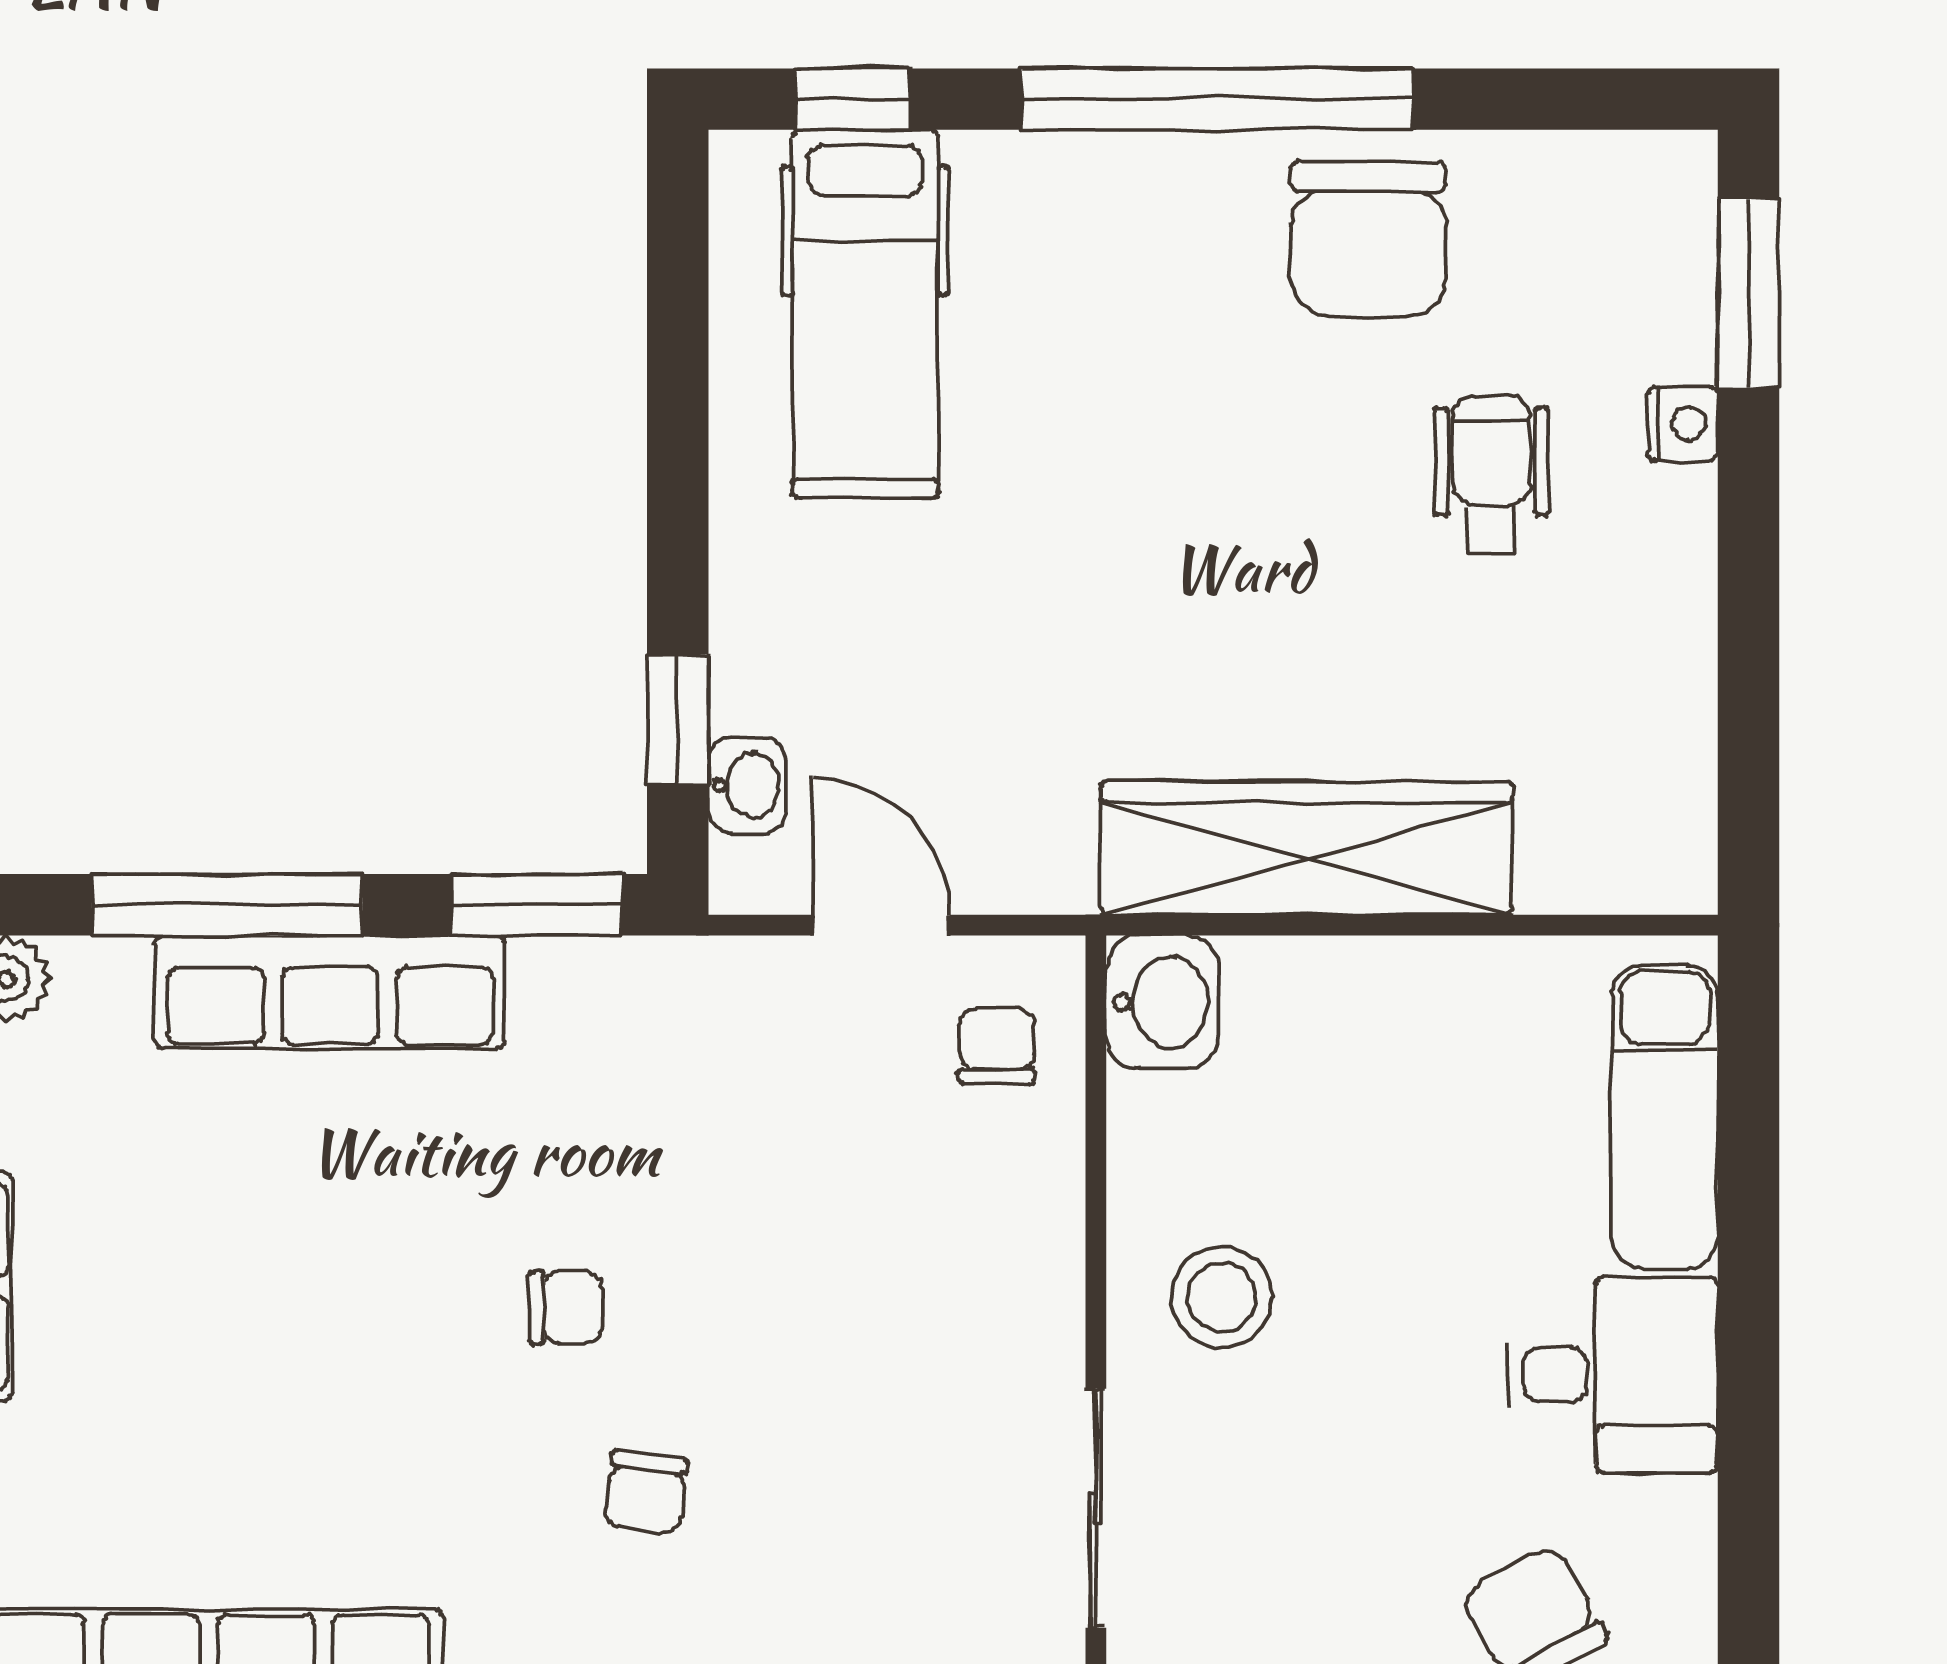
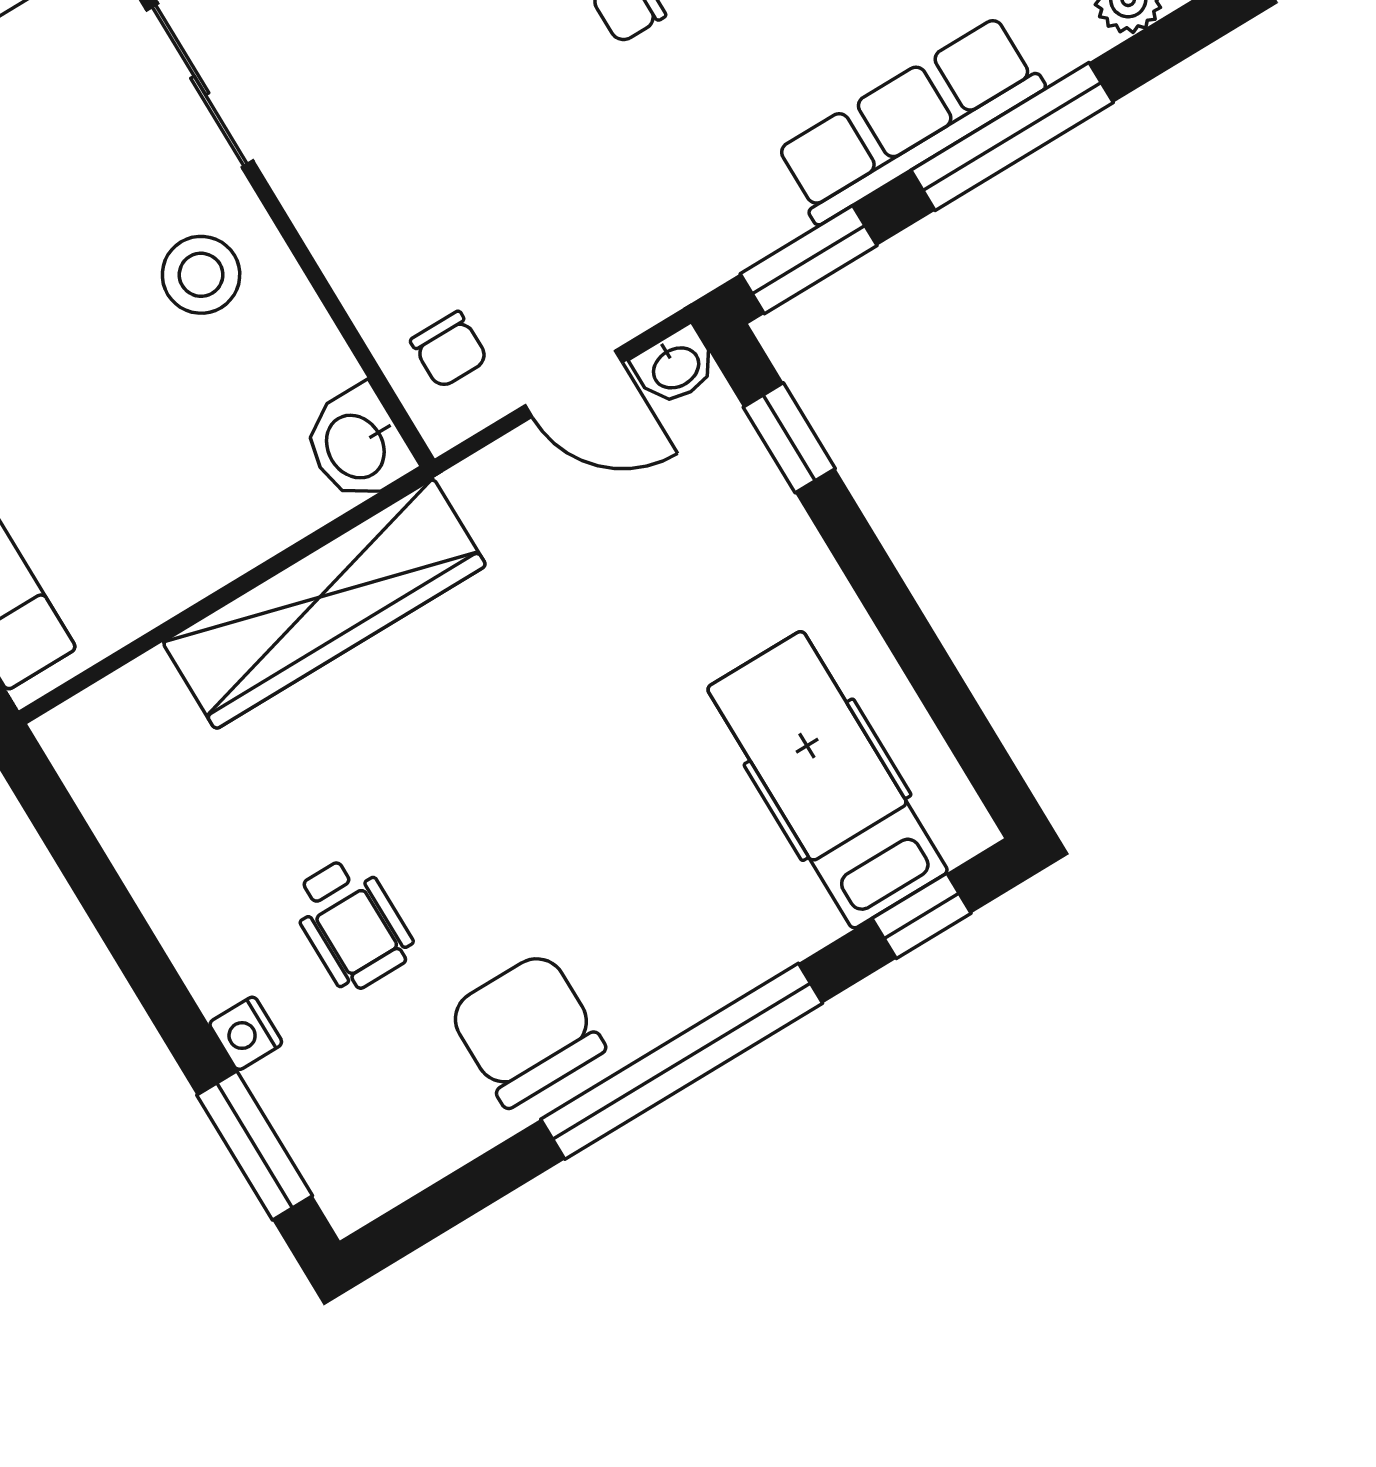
washbasin: (747, 785) -> (675, 366), moved, turned -90

